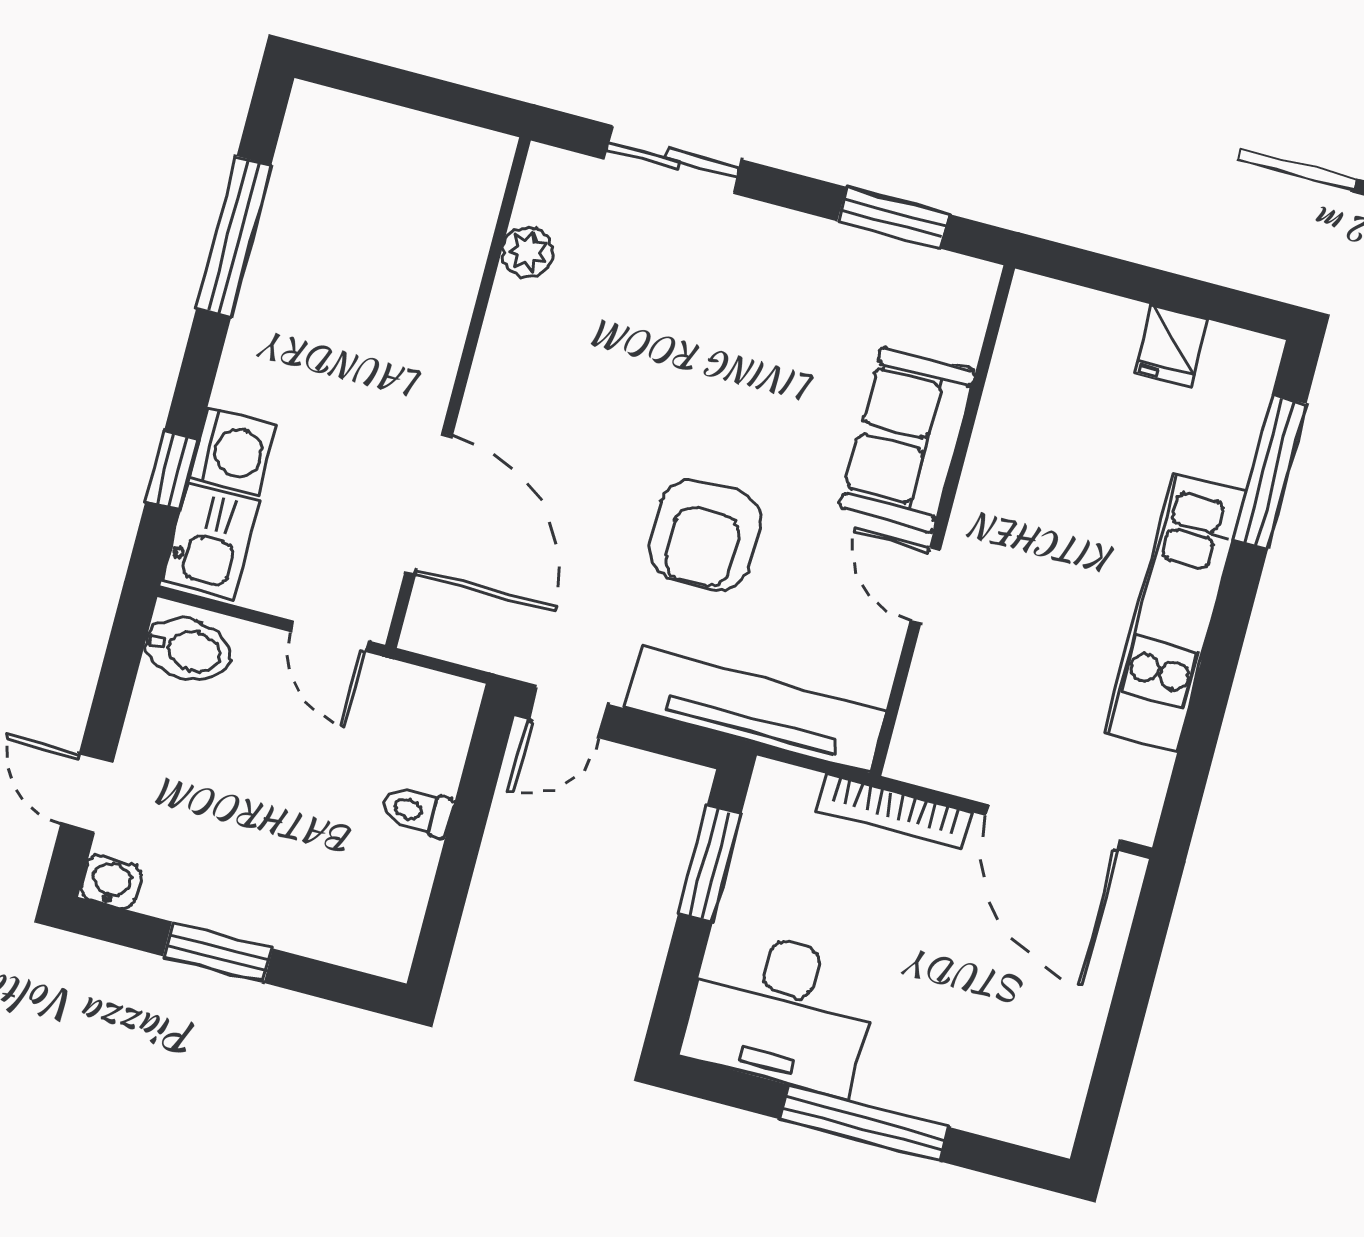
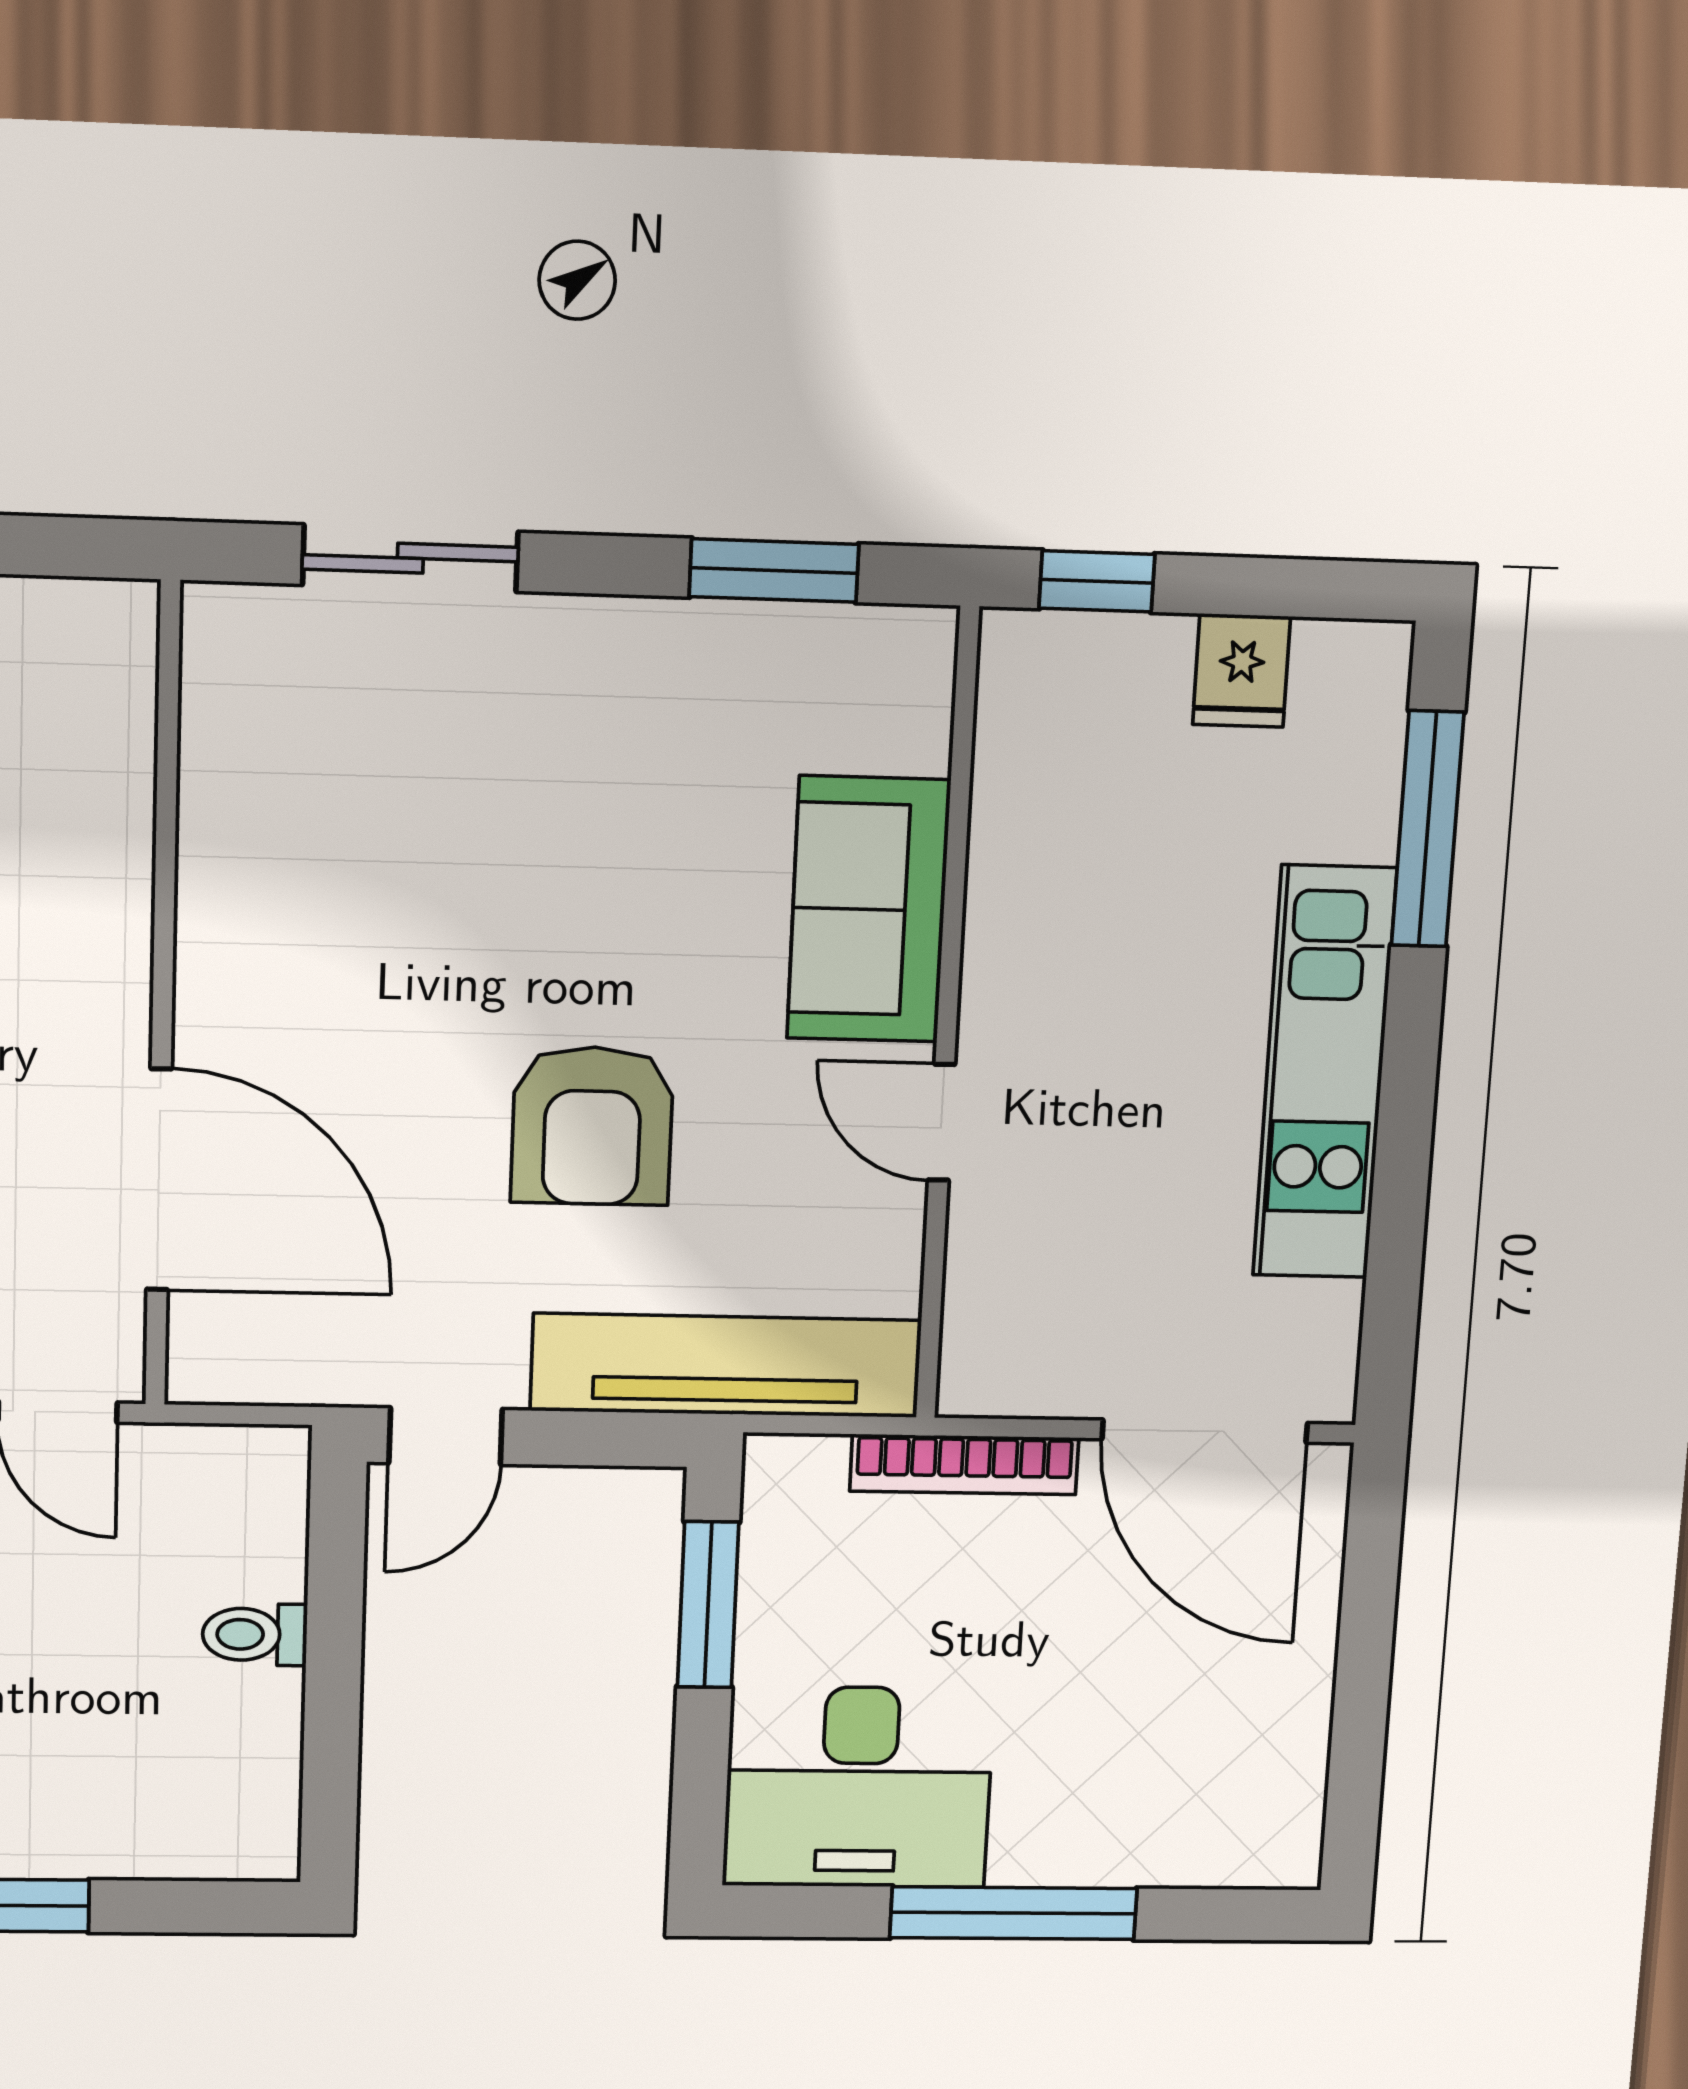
plant: (527, 252) -> (217, 757), removed
window: (1091, 270) -> (1097, 581), added

